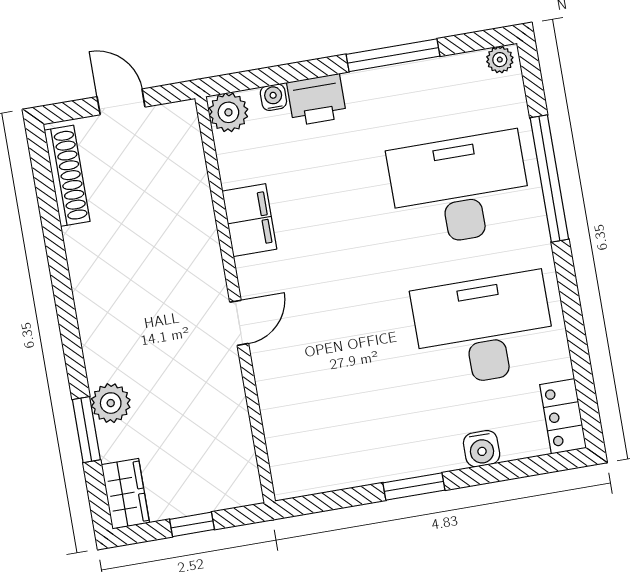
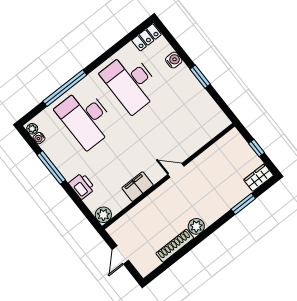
water cooler: (273, 97) -> (39, 138), moved
shoe rack: (67, 176) -> (175, 246), moved
plant: (111, 403) -> (196, 226), moved

